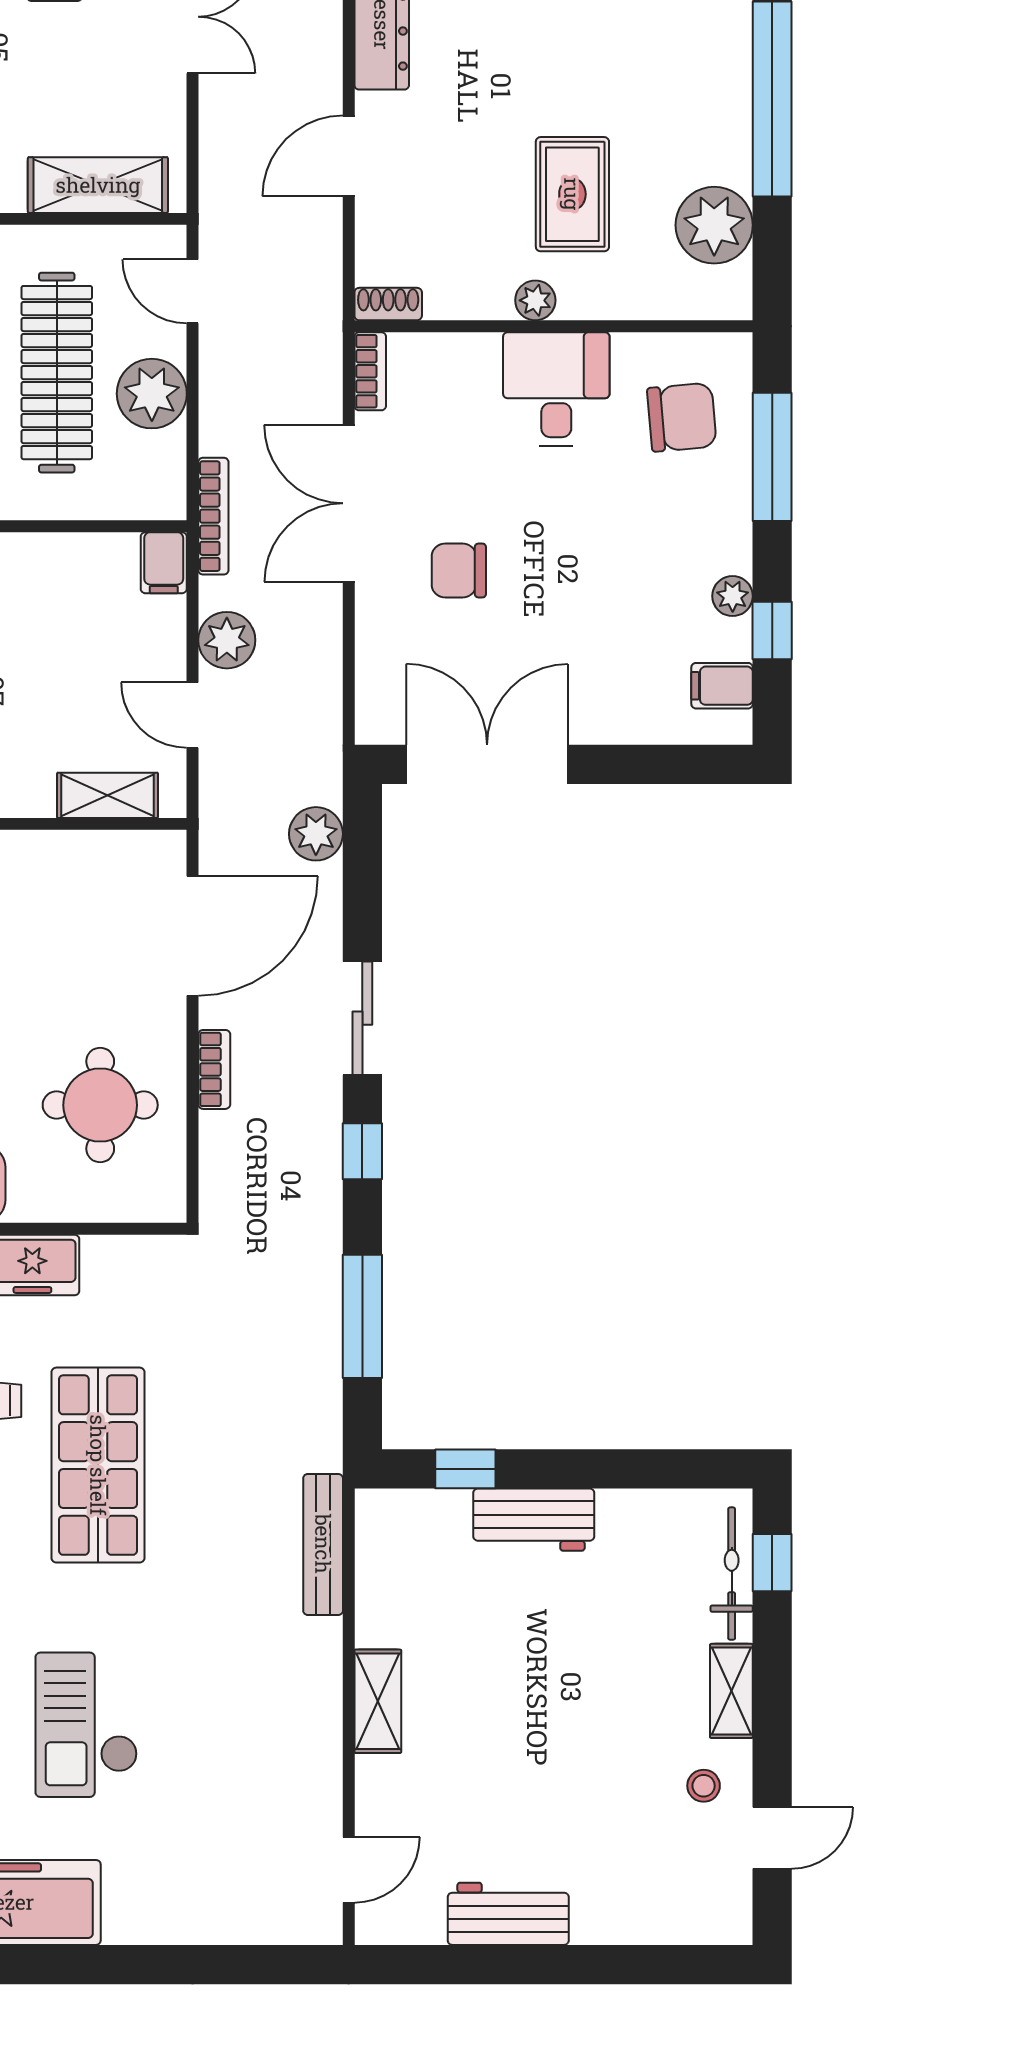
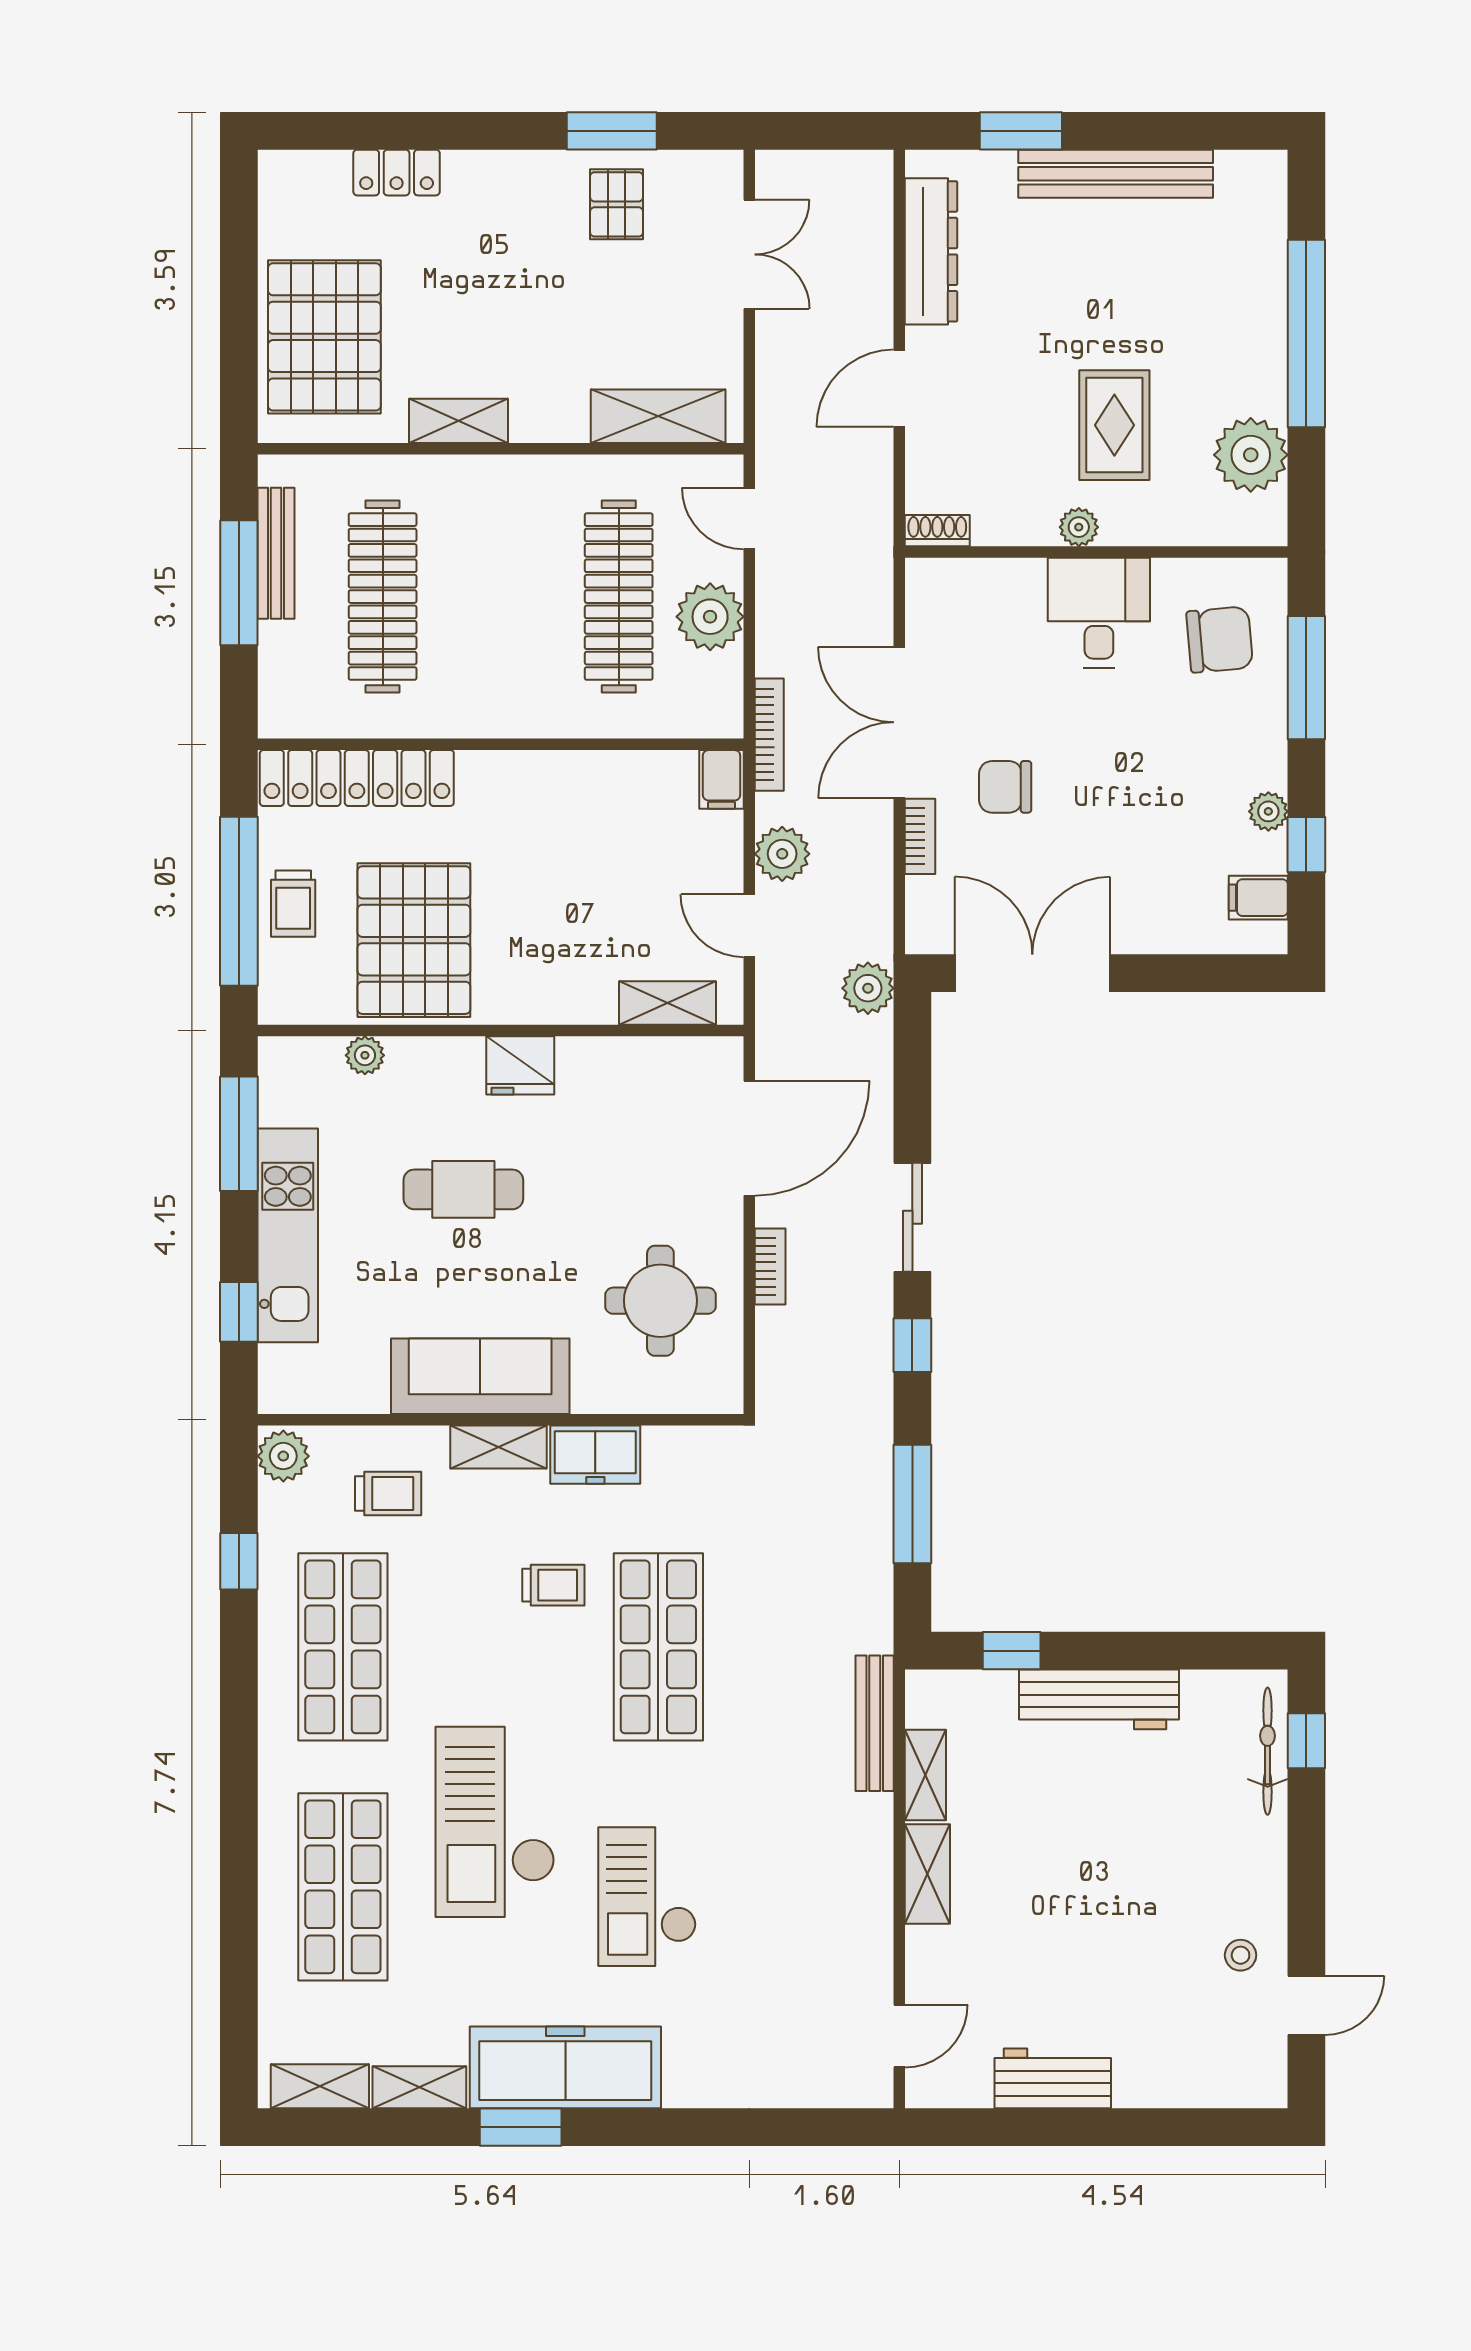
bookcase: (370, 371) -> (920, 836), moved
plant: (316, 834) -> (868, 988), moved
workbench: (534, 1520) -> (1099, 1699), width x1.38
shelving: (731, 1691) -> (925, 1775), moved

